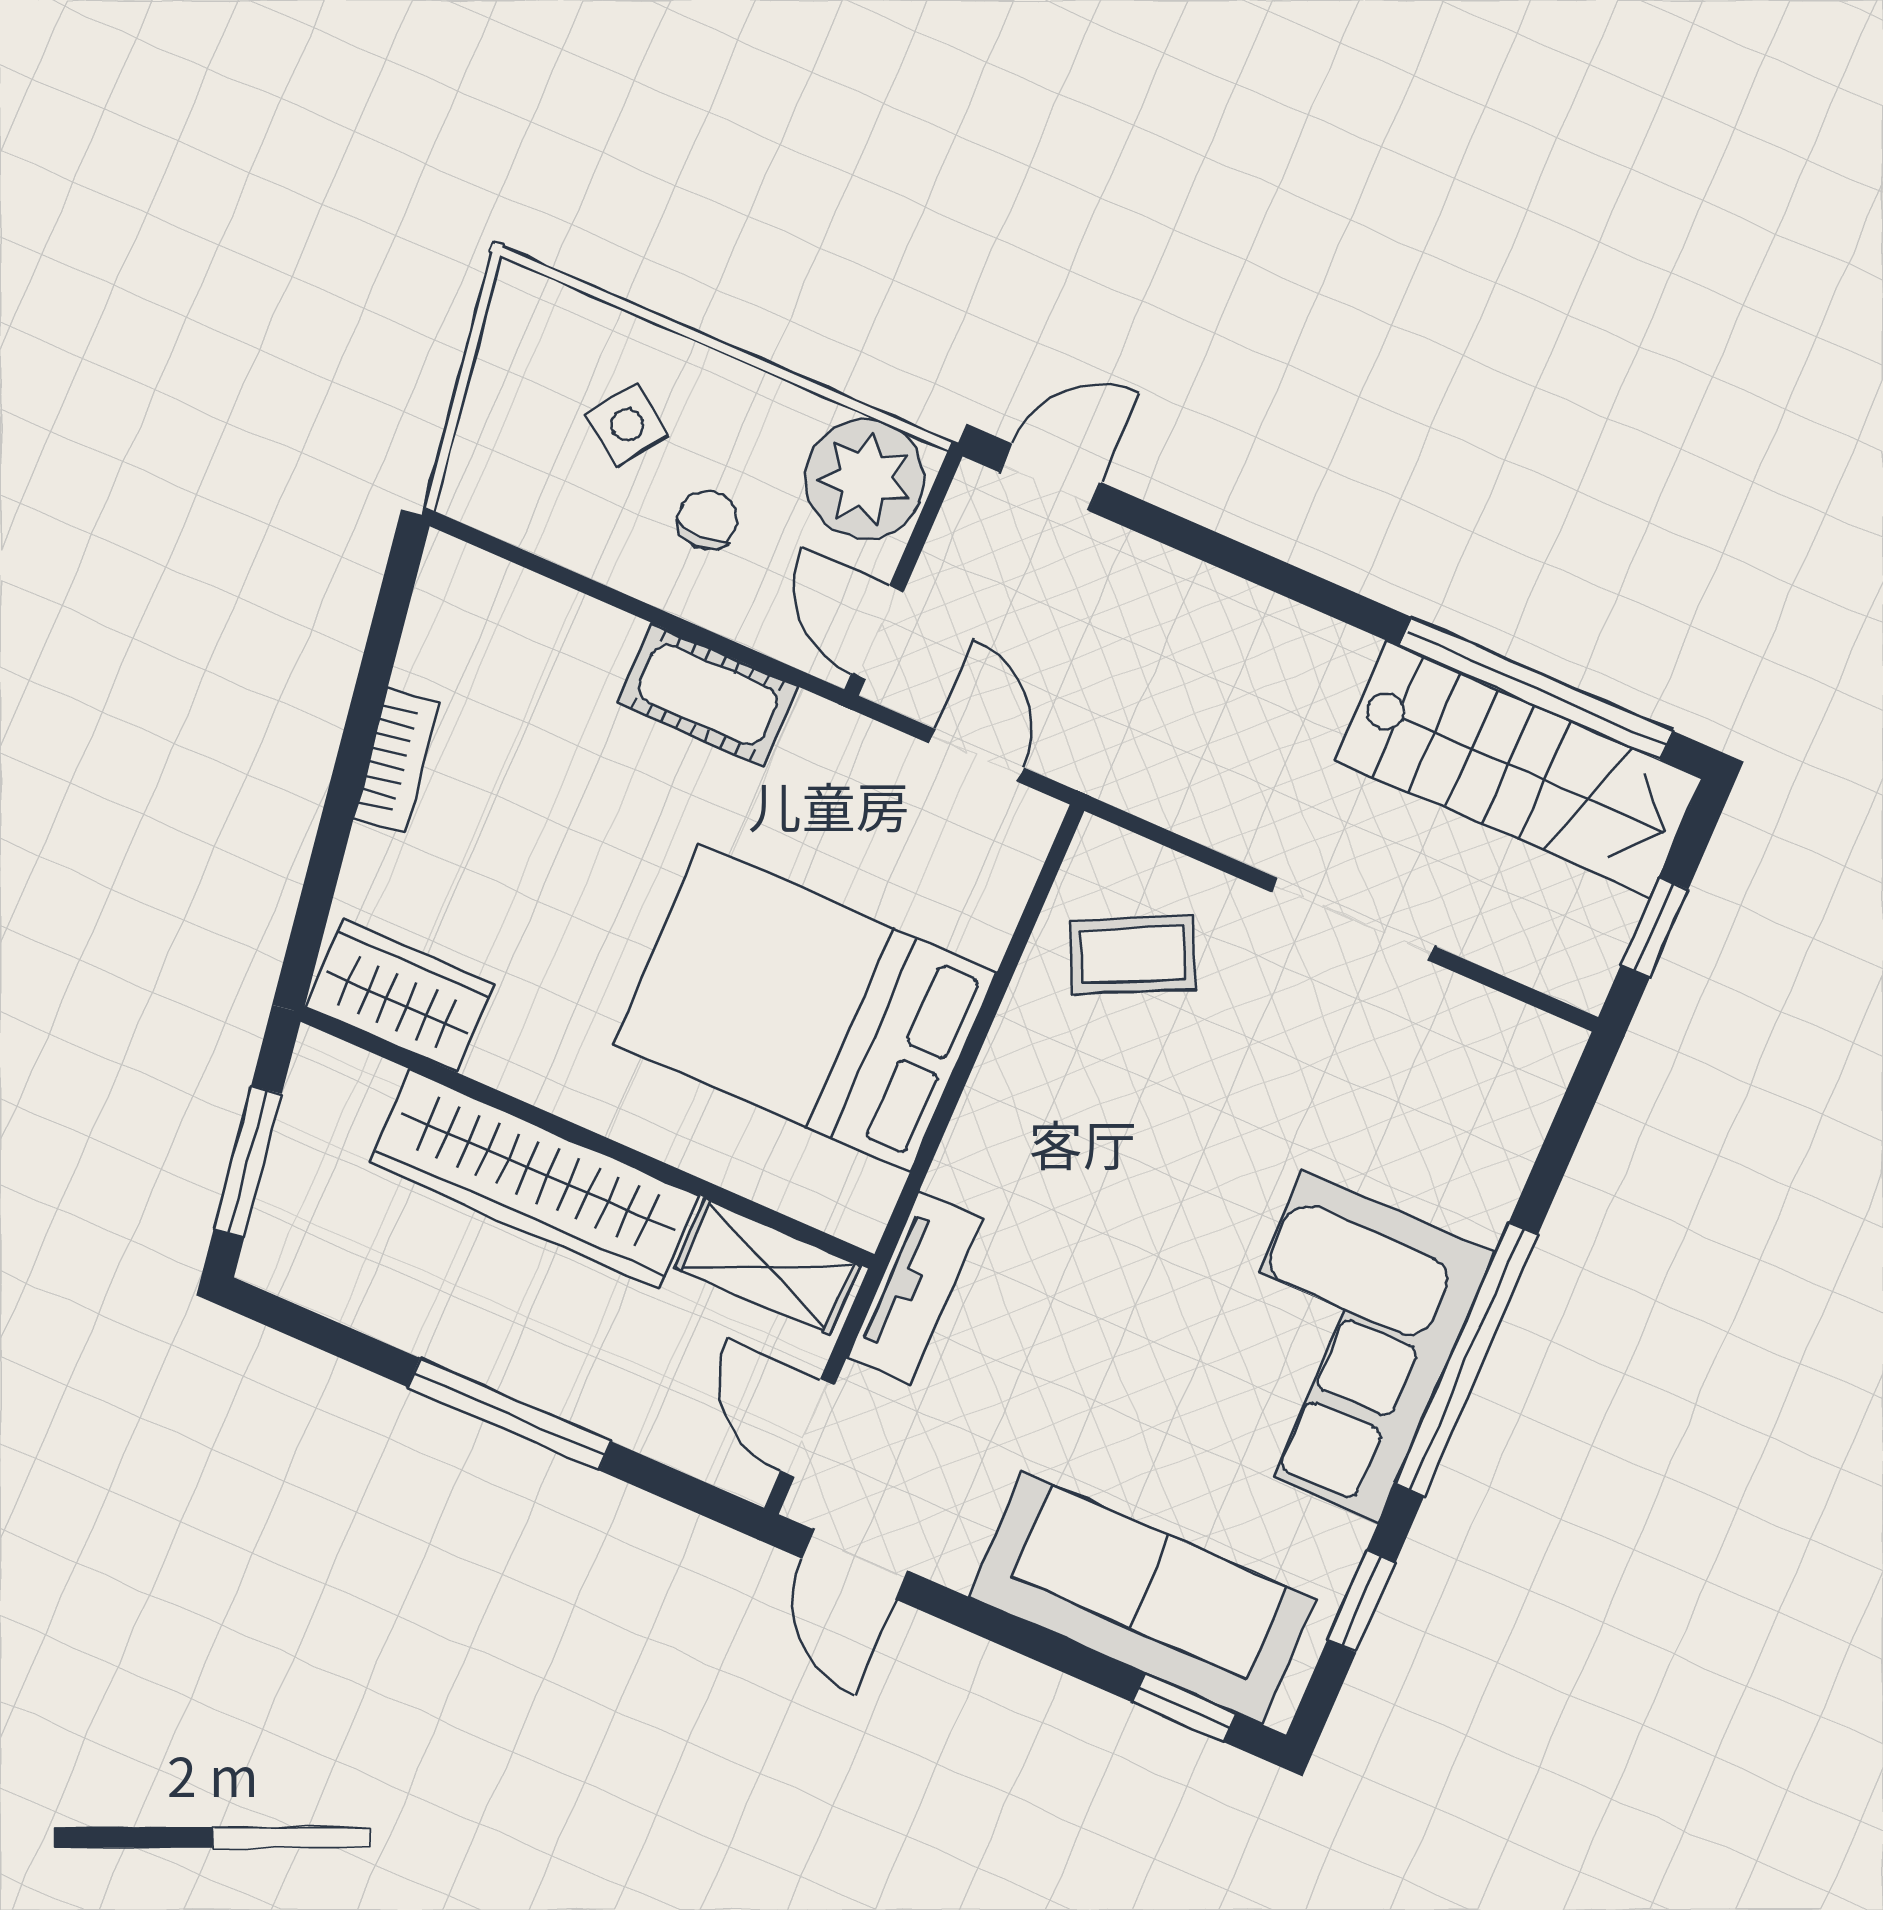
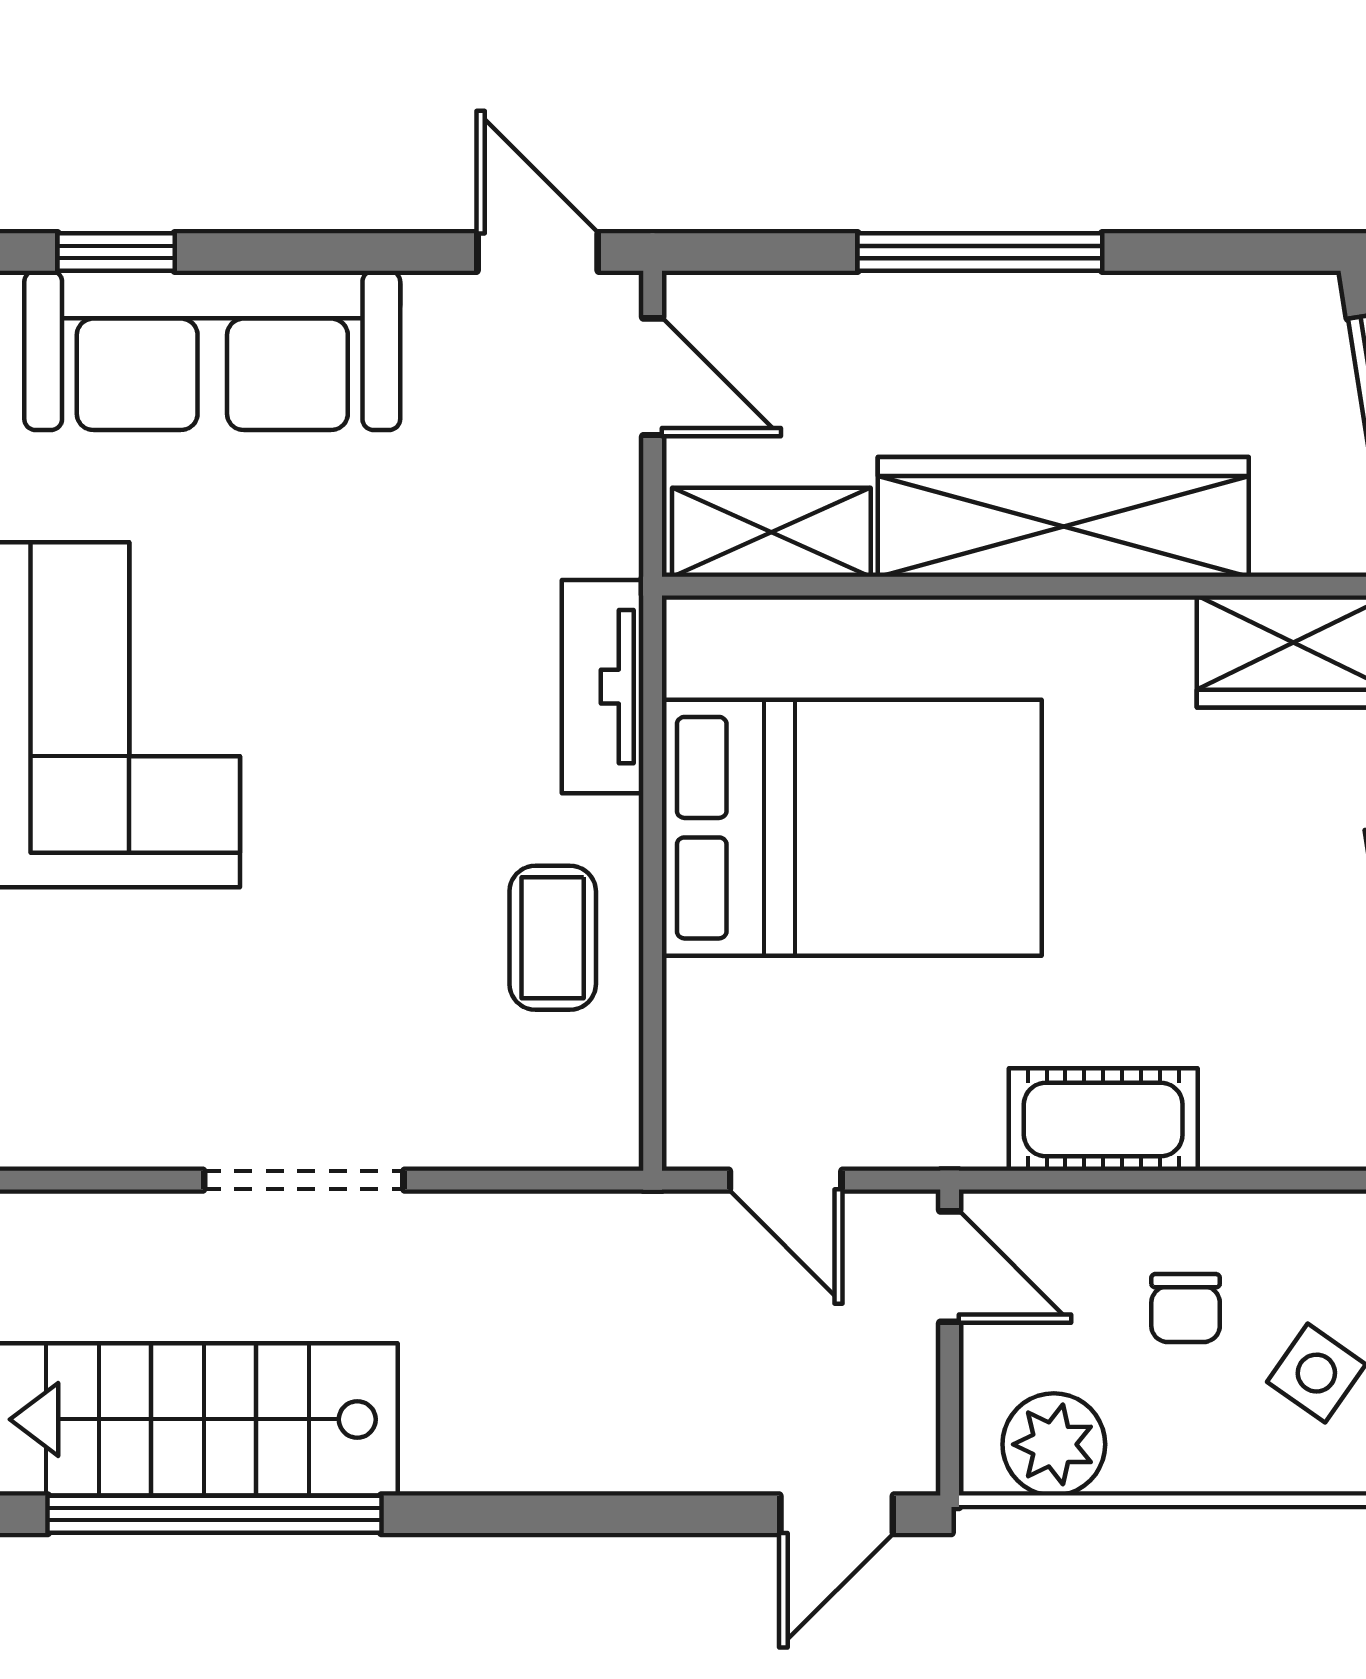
plant: (865, 479) -> (1054, 1444), width x0.73, depth x0.73
coffee table: (1132, 955) -> (553, 938), moved, turned -64
tv unit: (915, 1287) -> (603, 687), moved

